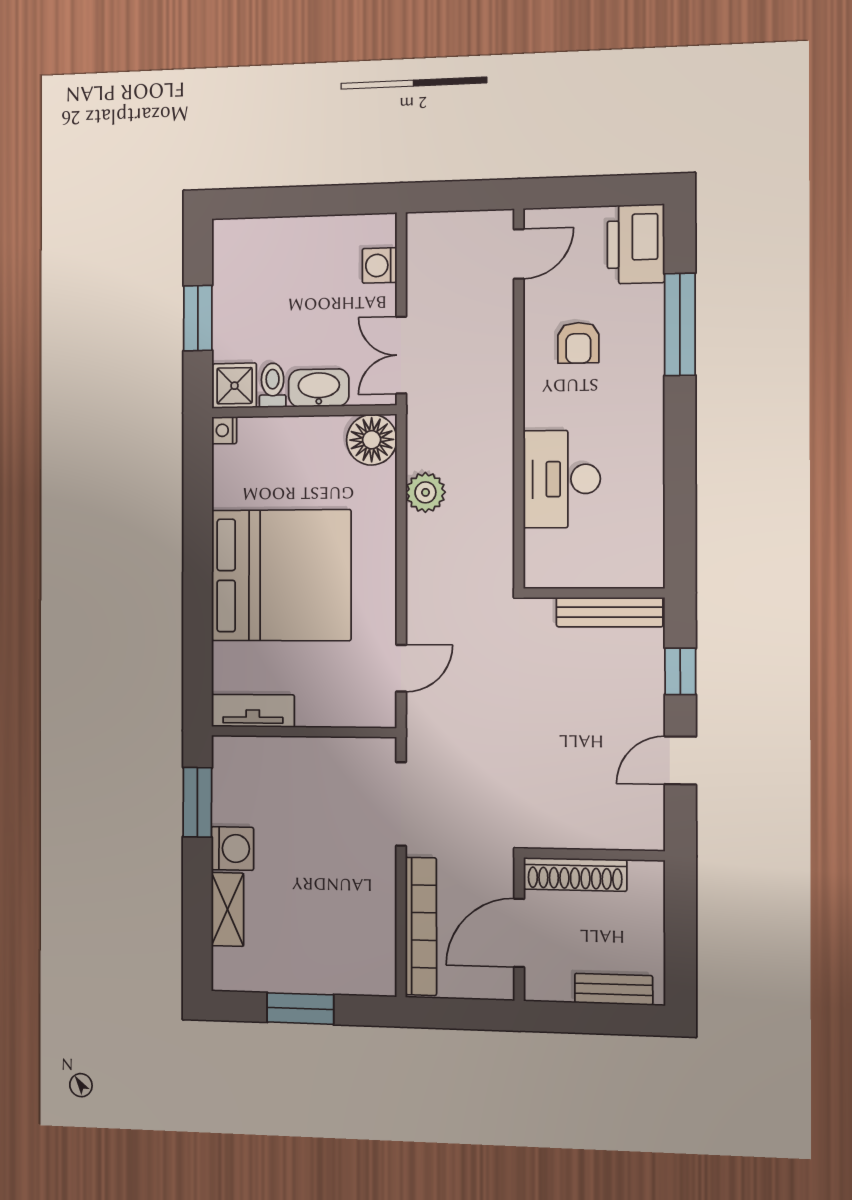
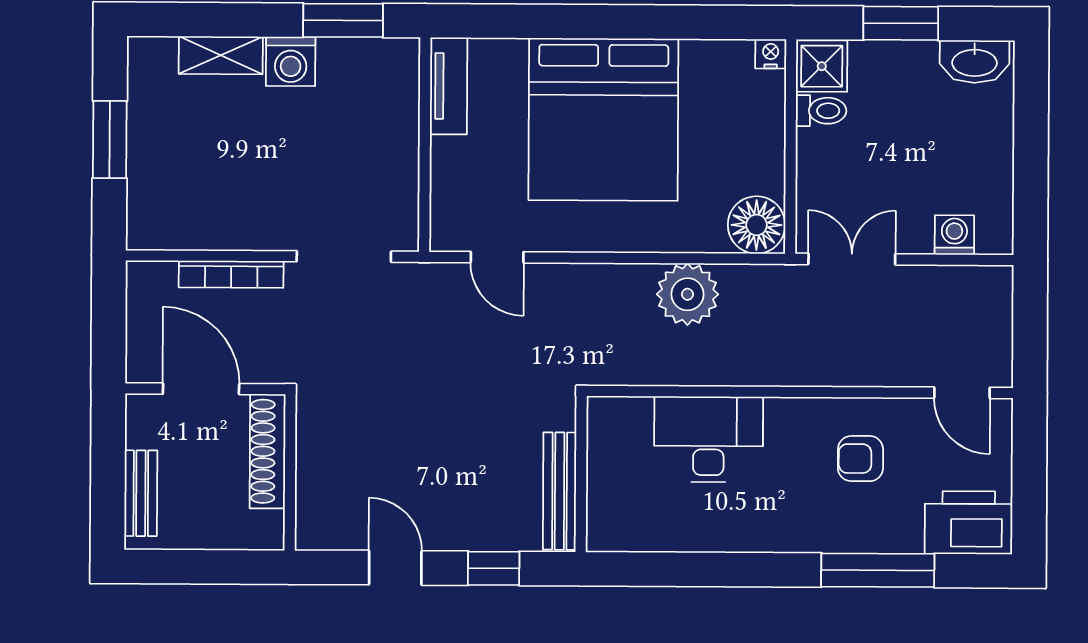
washbasin: (319, 388) -> (975, 62), moved, turned 90
plant: (425, 492) -> (688, 294), width x1.36, depth x1.36
bookcase: (421, 926) -> (231, 274), width x0.68, depth x0.76

